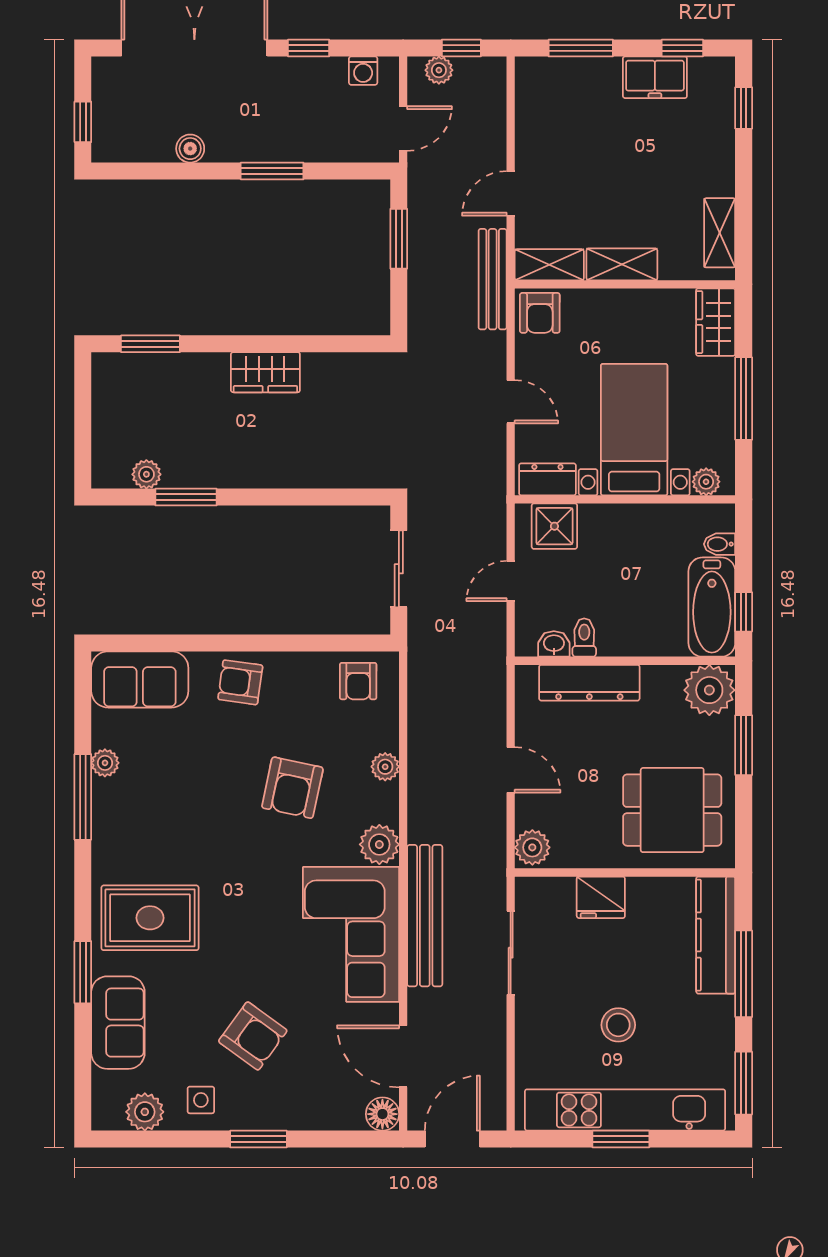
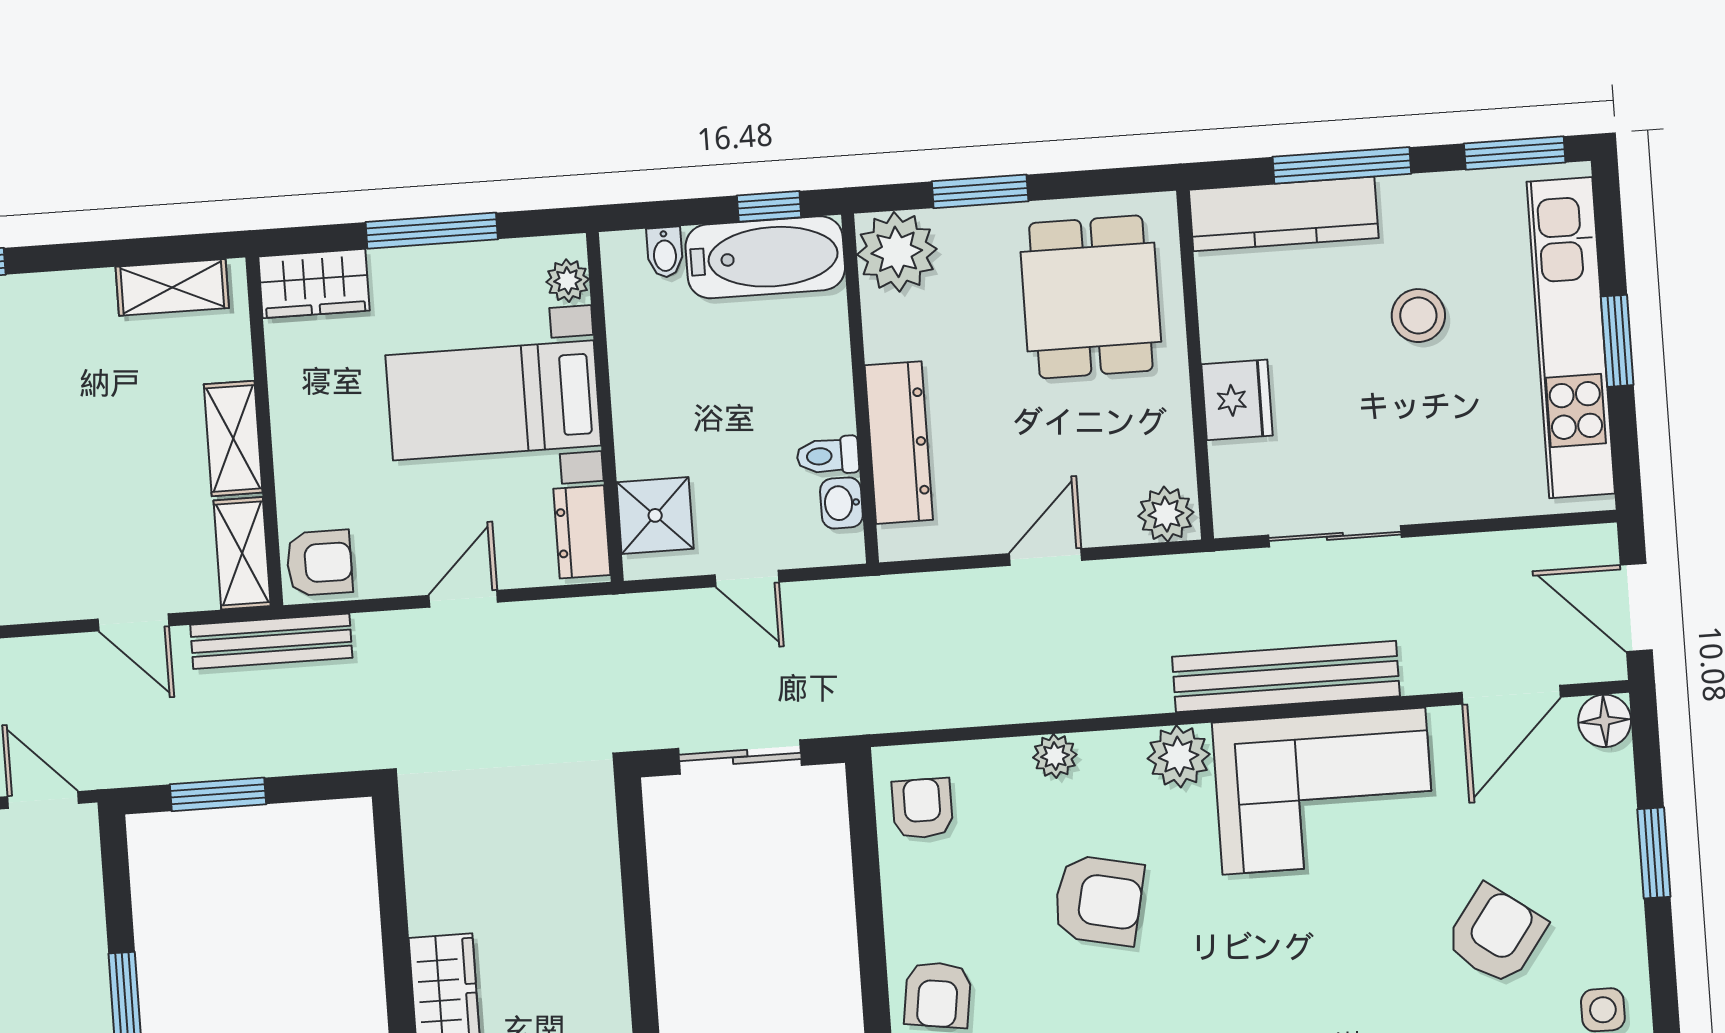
armchair: (358, 681) -> (922, 808), turned -90
stool: (618, 1025) -> (1418, 316), moved
window: (258, 1139) -> (1654, 853), moved

